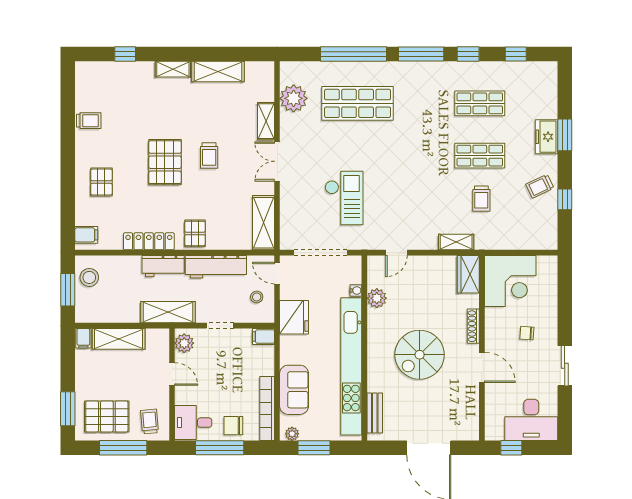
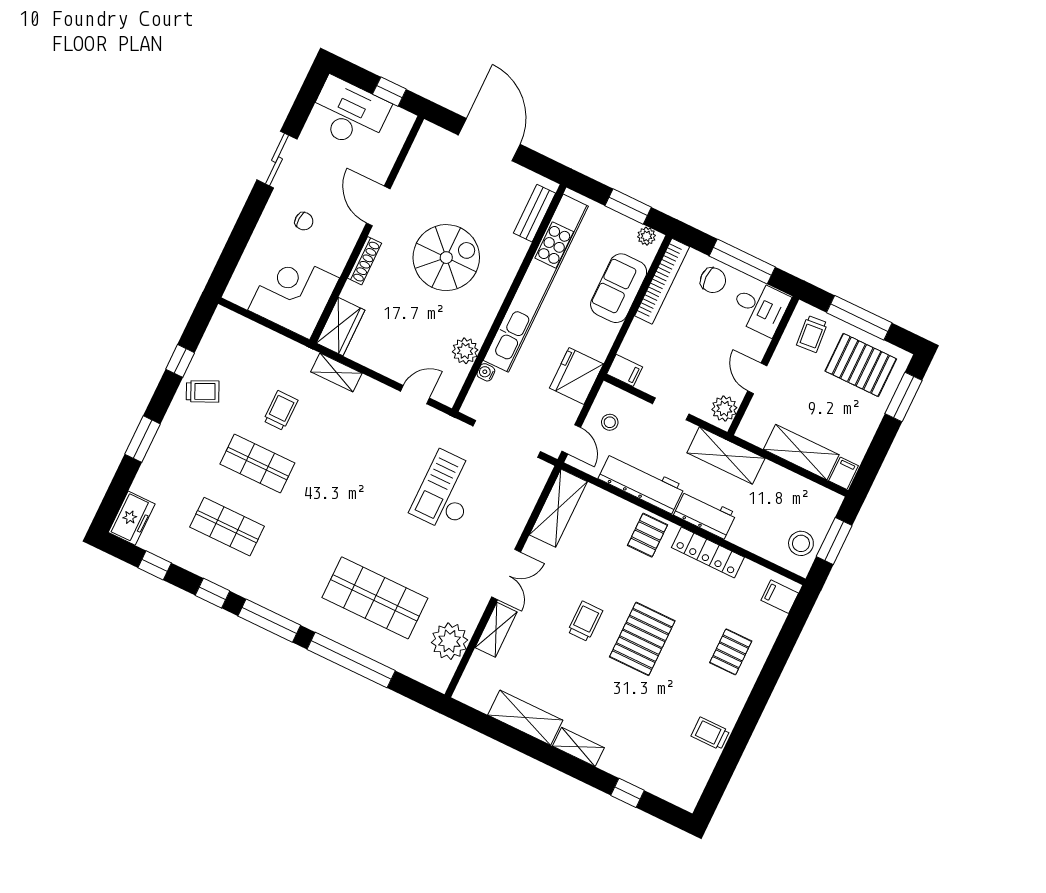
freezer: (546, 137) -> (132, 518), moved

